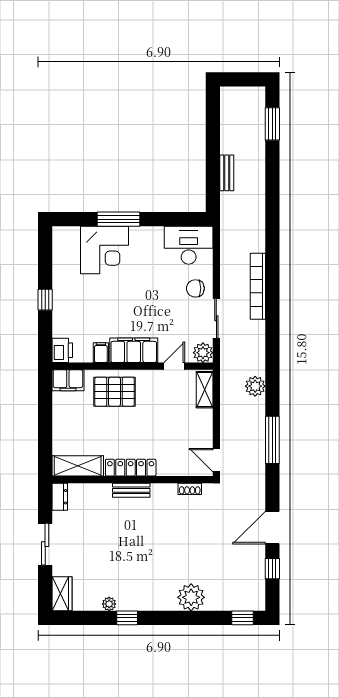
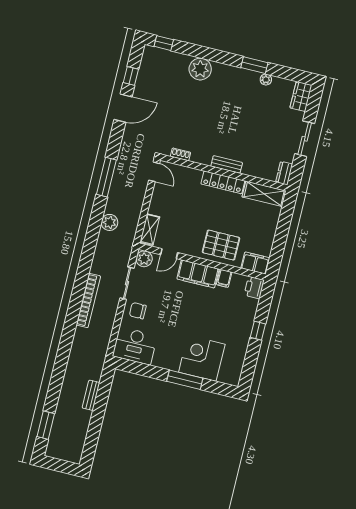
chair: (195, 288) -> (138, 311), turned 180
window: (127, 618) -> (254, 65), width x1.50

